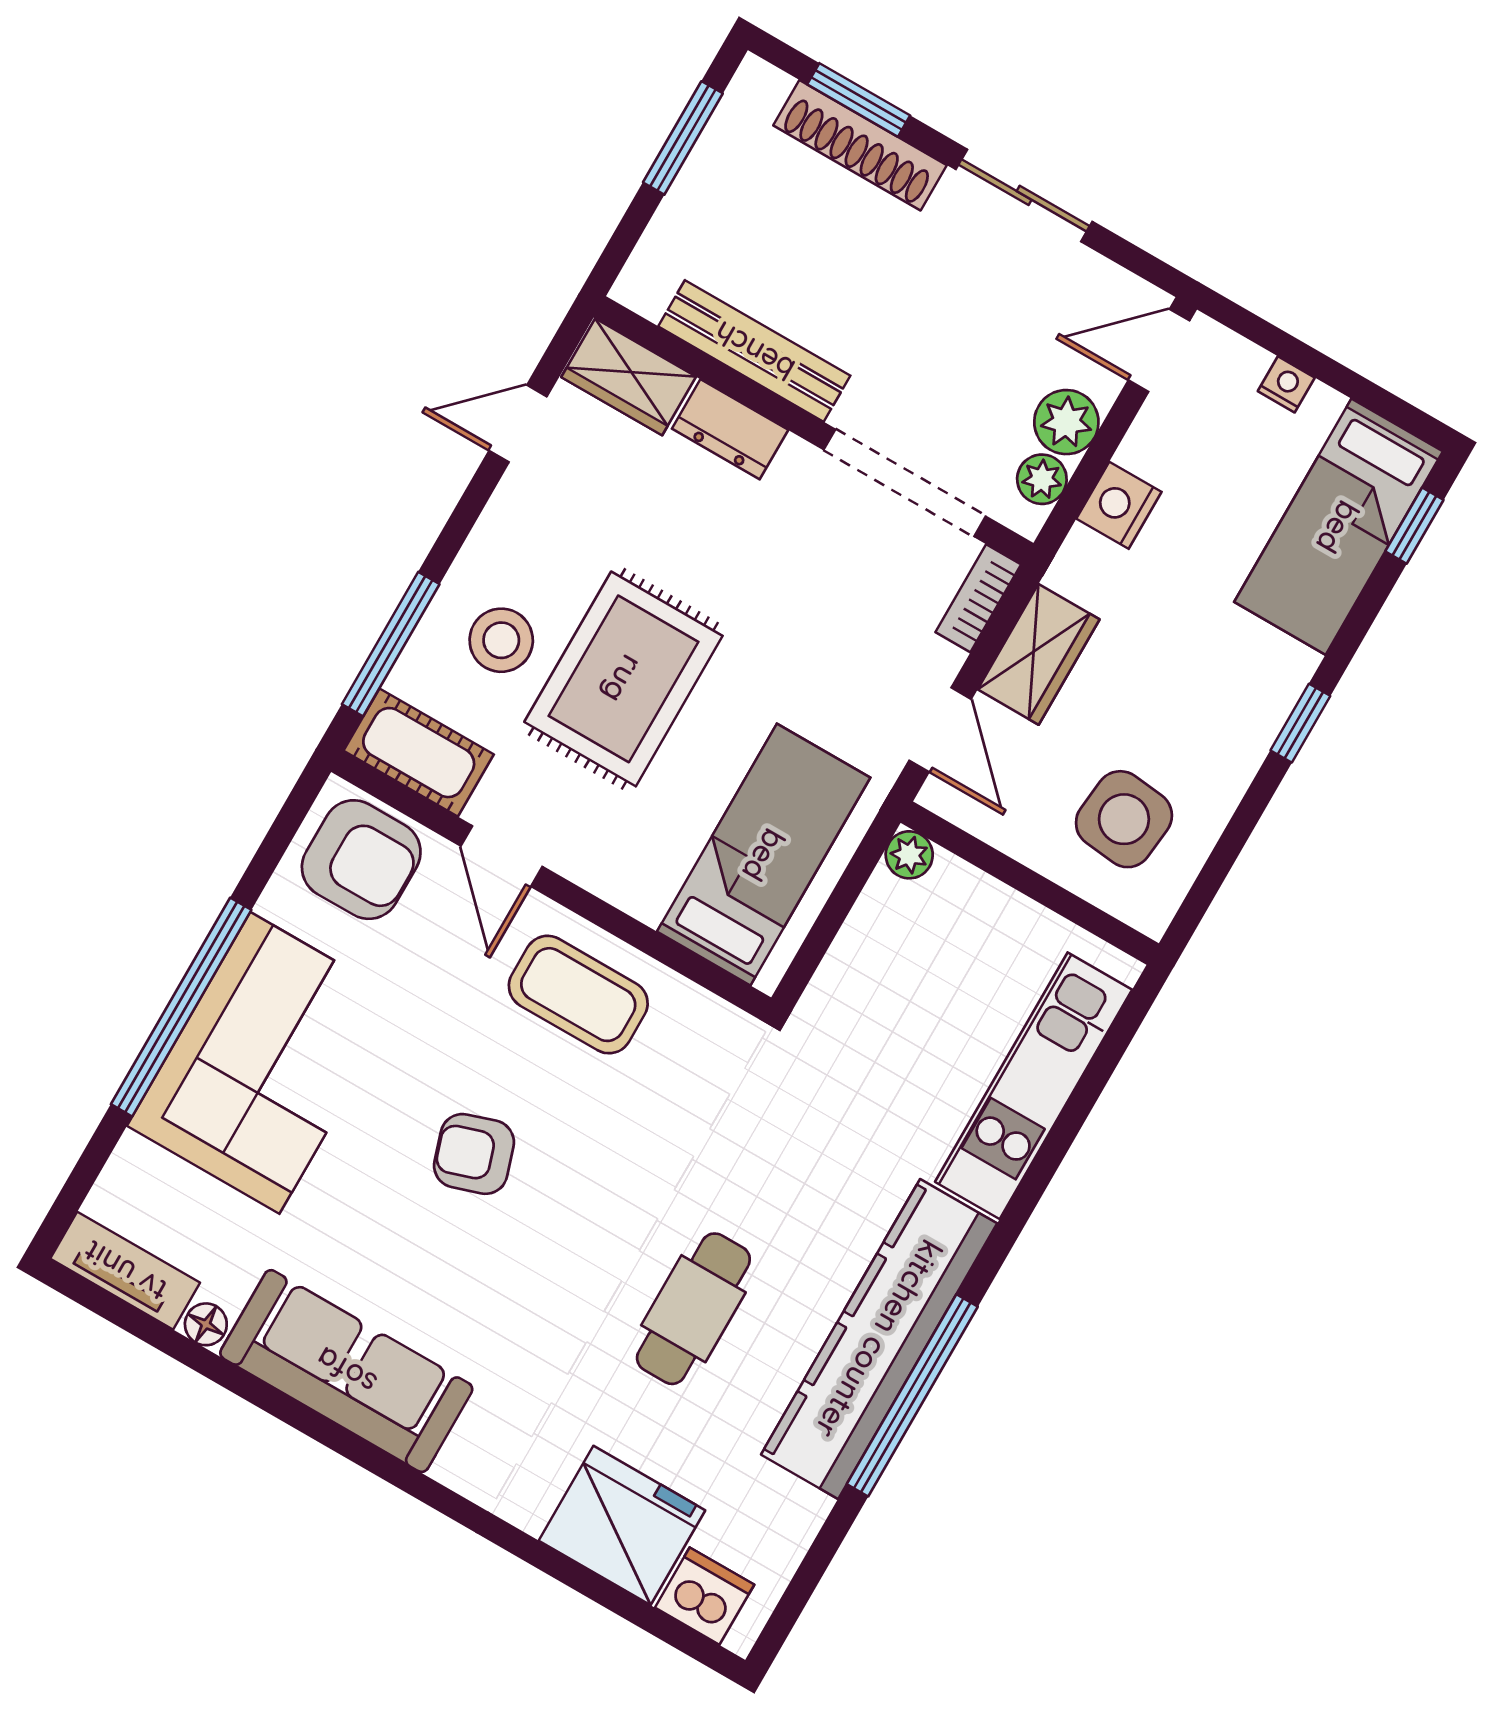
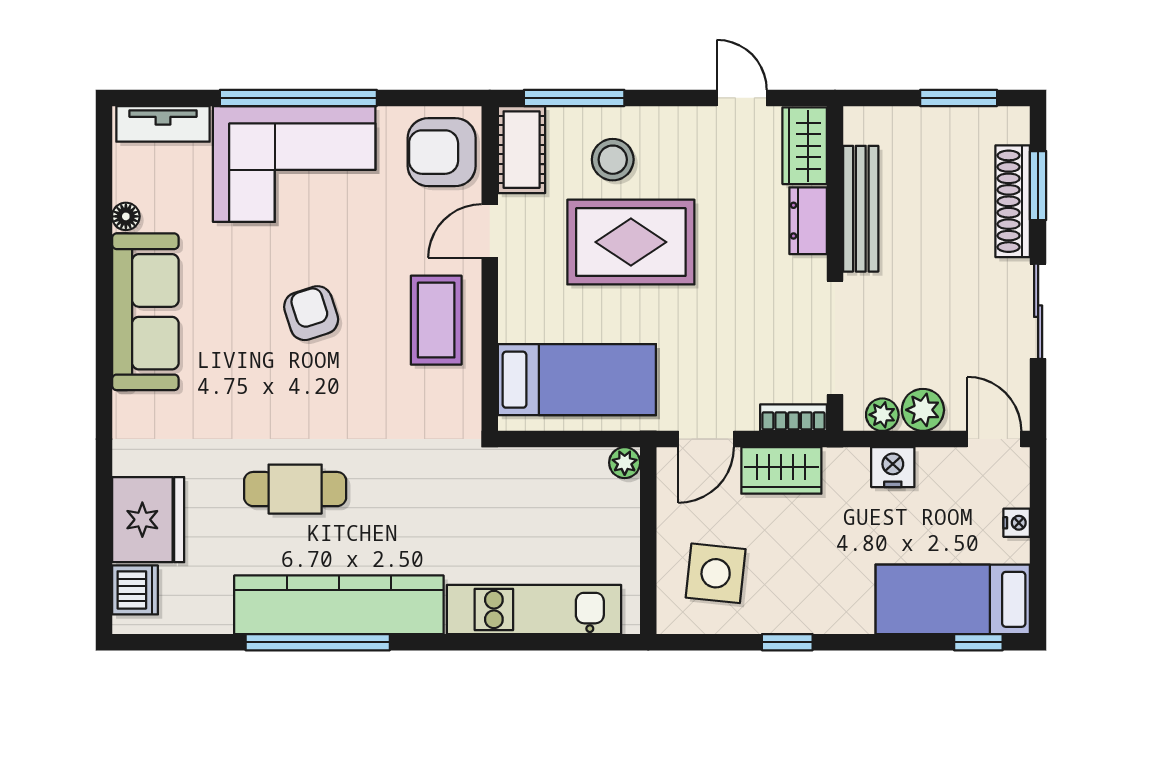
window: (1300, 723) -> (787, 642), moved
armchair: (361, 860) -> (442, 152), turned 90
tv unit: (125, 1271) -> (163, 124), moved, turned 90

